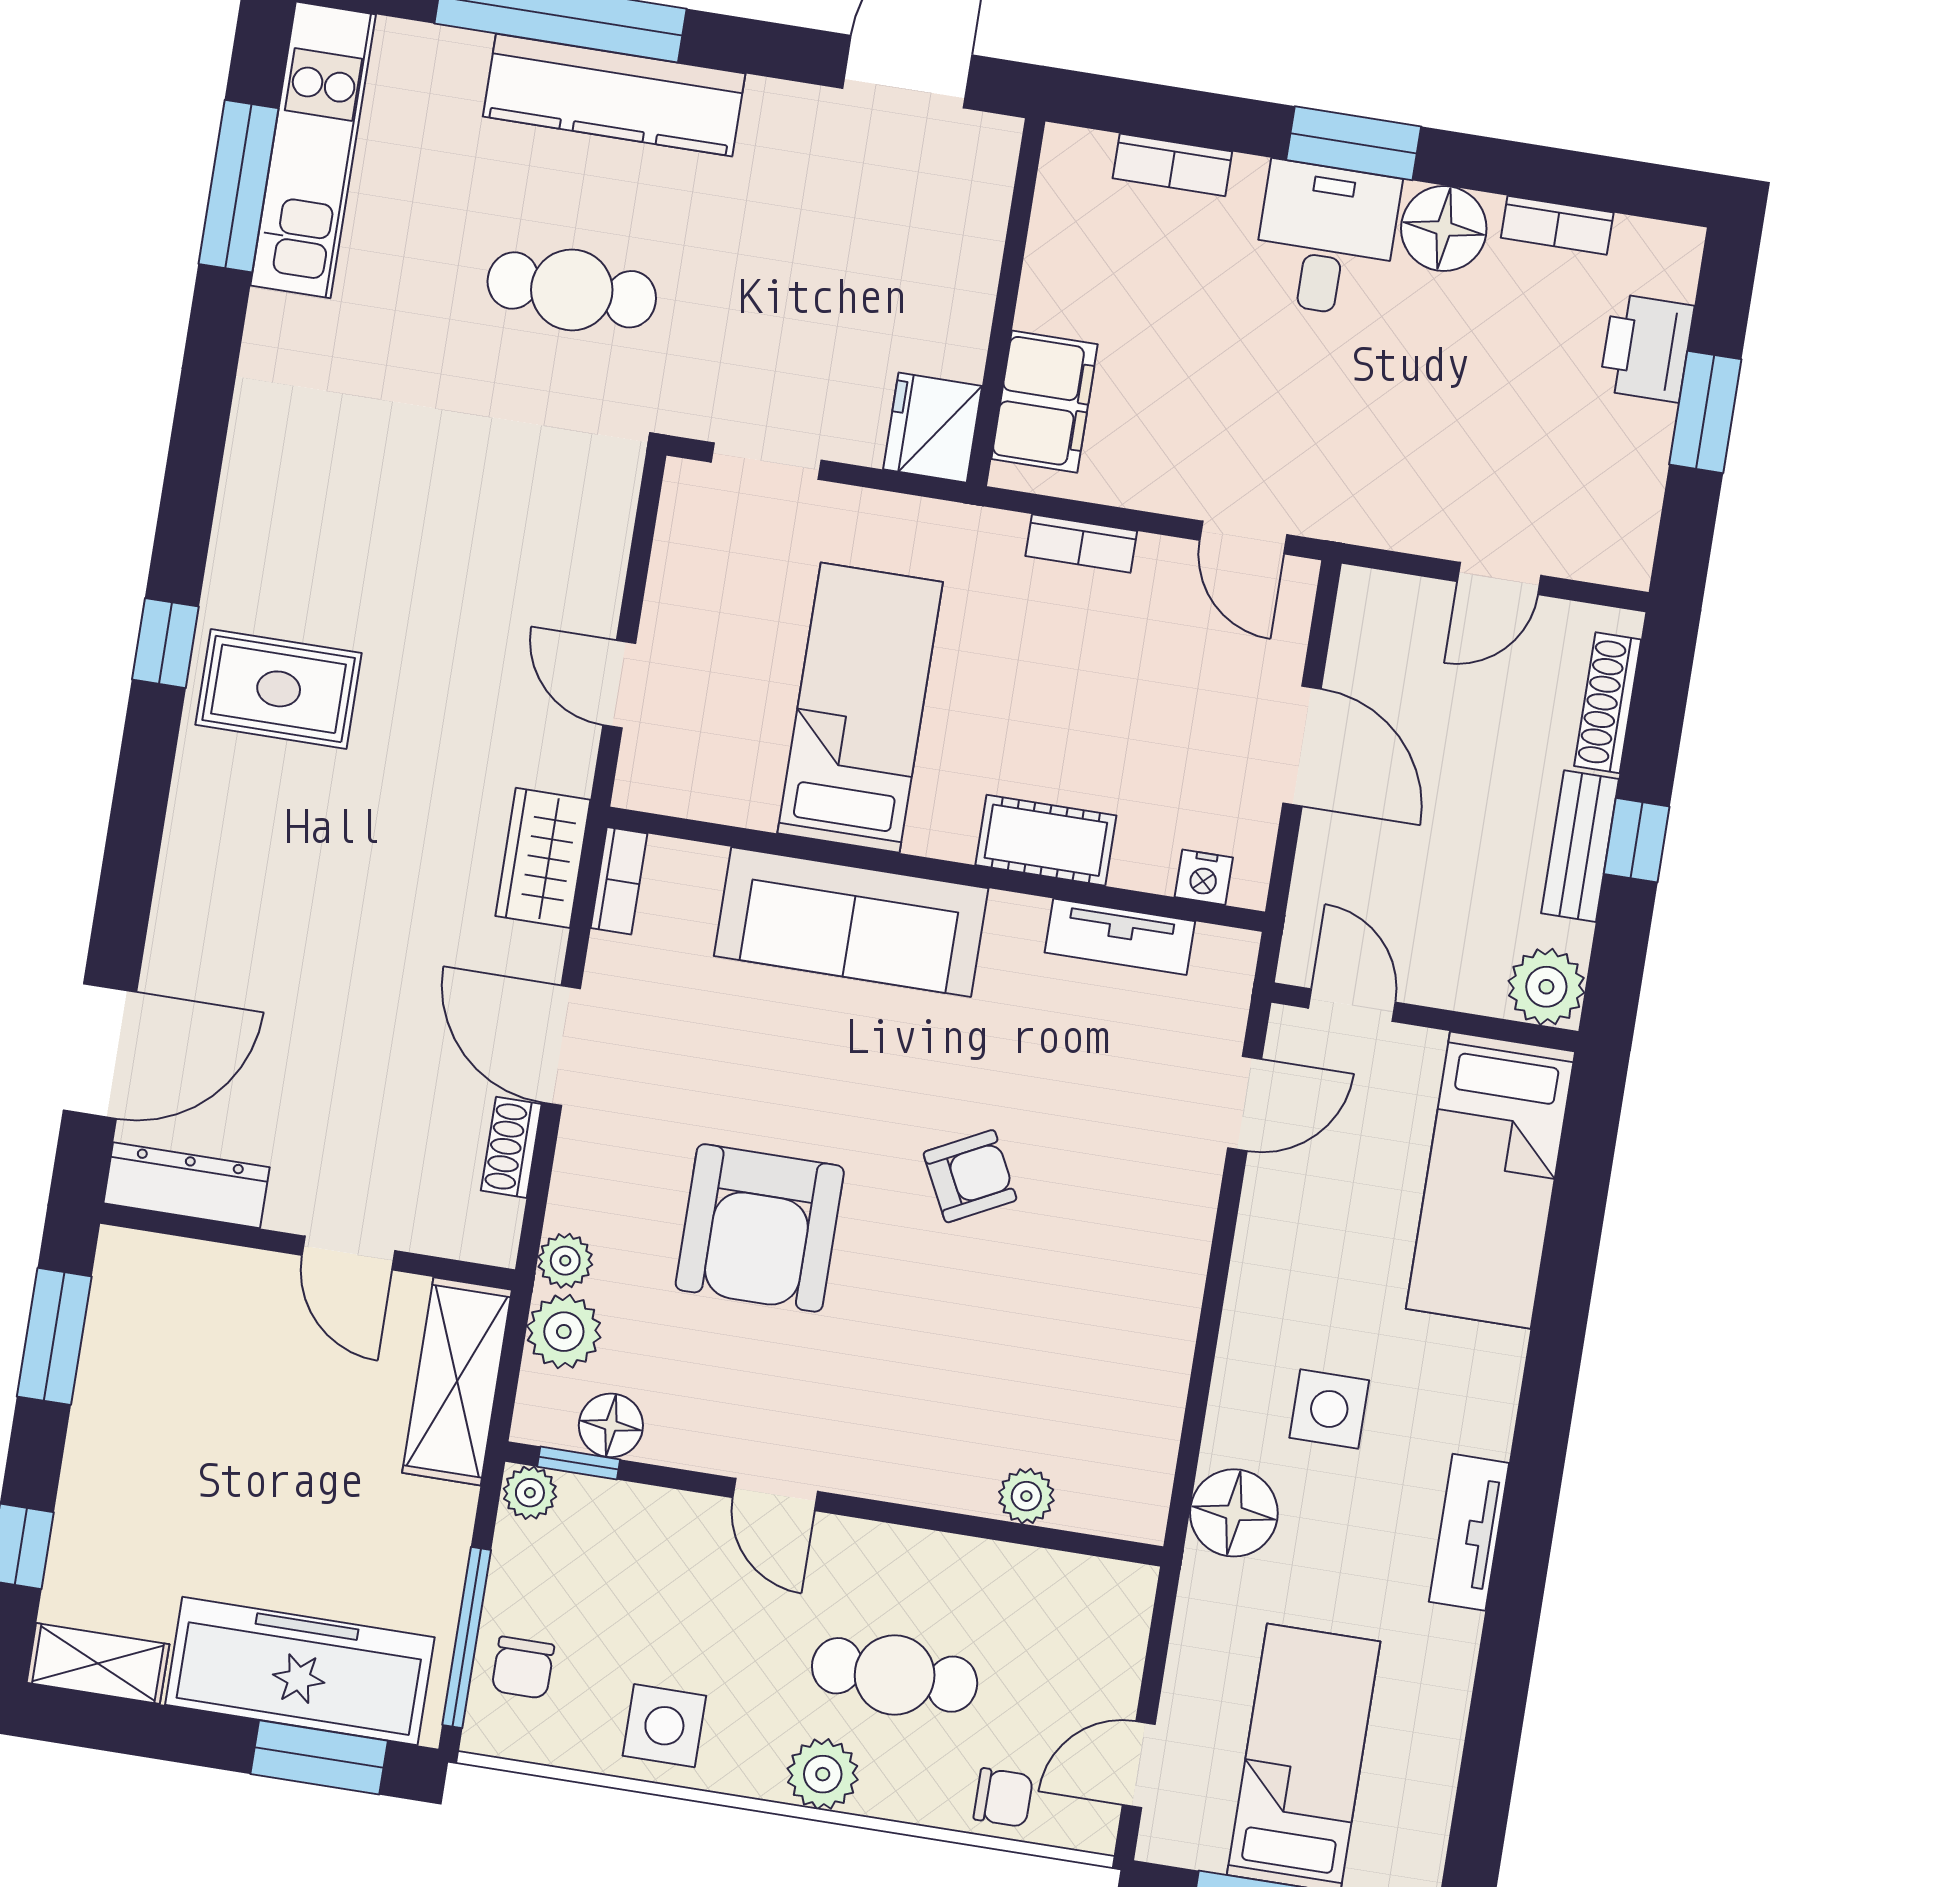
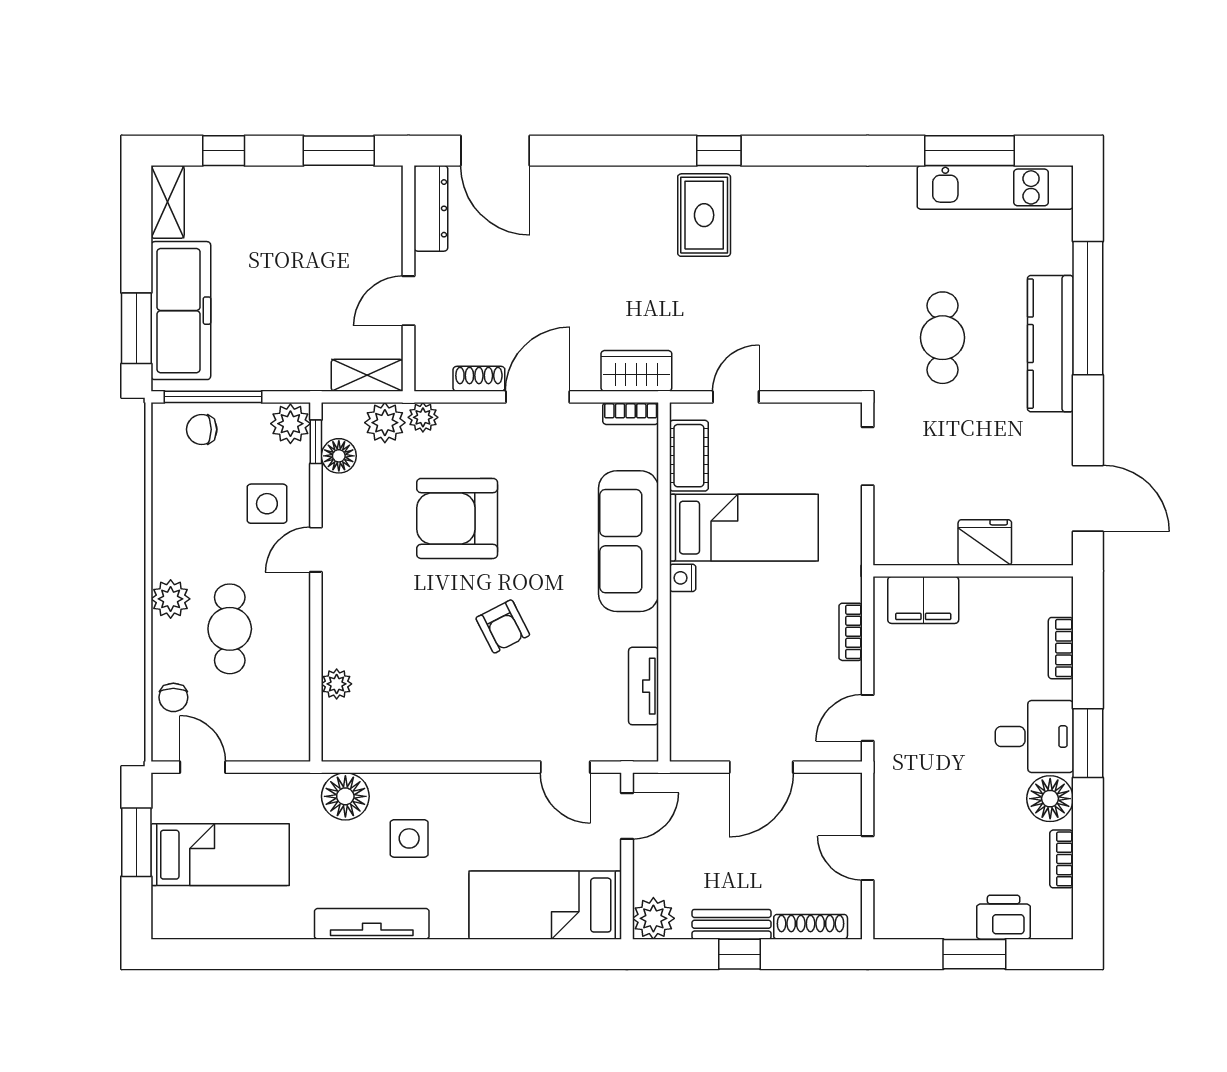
fridge: (933, 428) -> (985, 542), moved
cot: (1046, 840) -> (689, 456), moved
nightstand: (1204, 877) -> (683, 578), moved
shelving: (457, 1381) -> (367, 375), width x0.67, depth x0.75
plant: (530, 1493) -> (290, 424), width x1.38, depth x1.38
tv unit: (1469, 1532) -> (372, 924), width x1.41
side table: (664, 1726) -> (267, 504), moved

